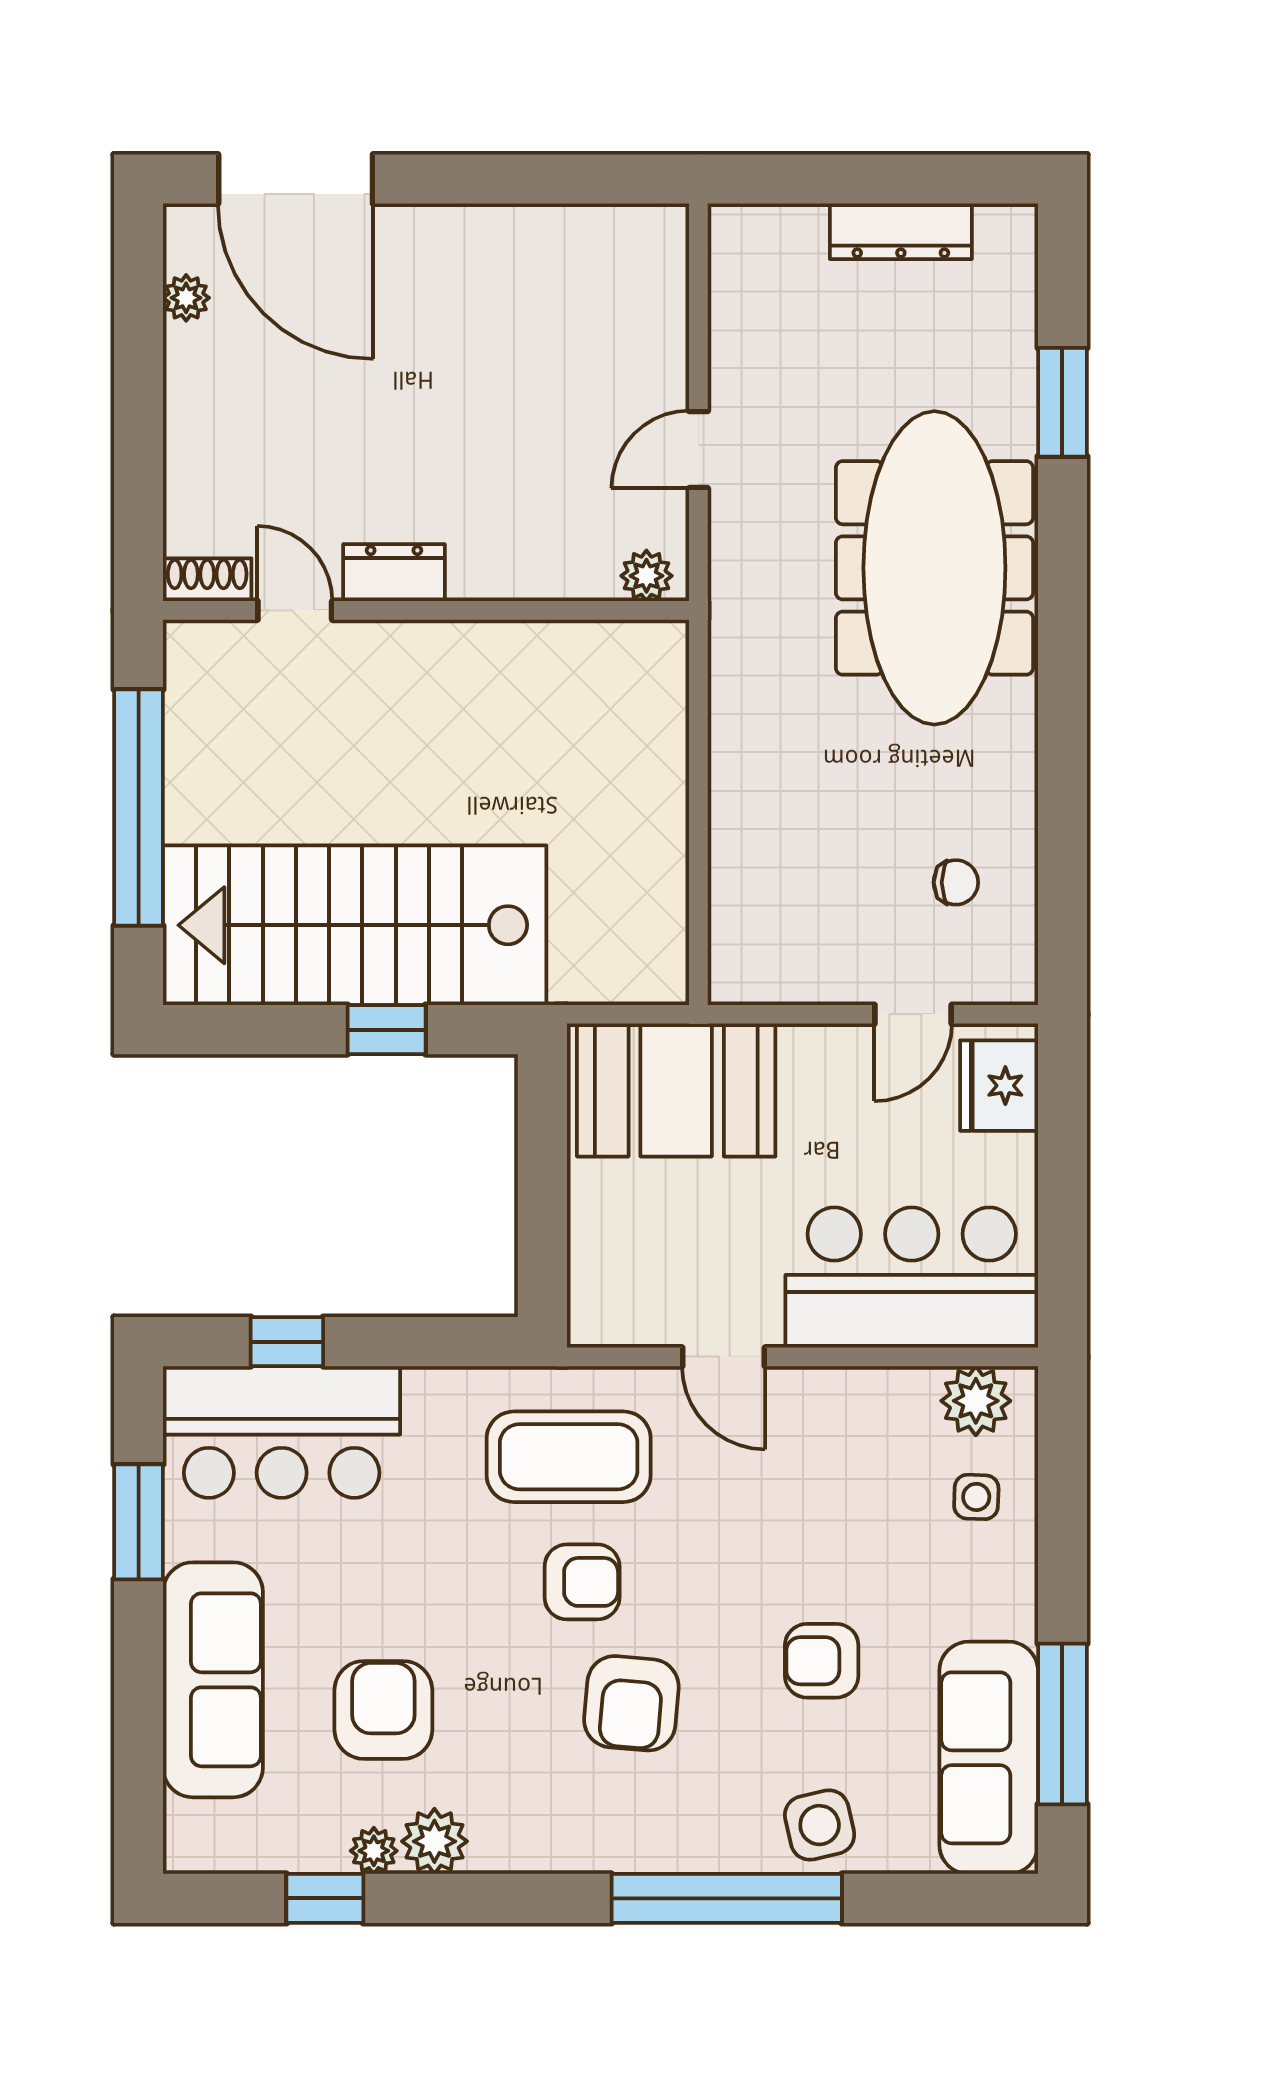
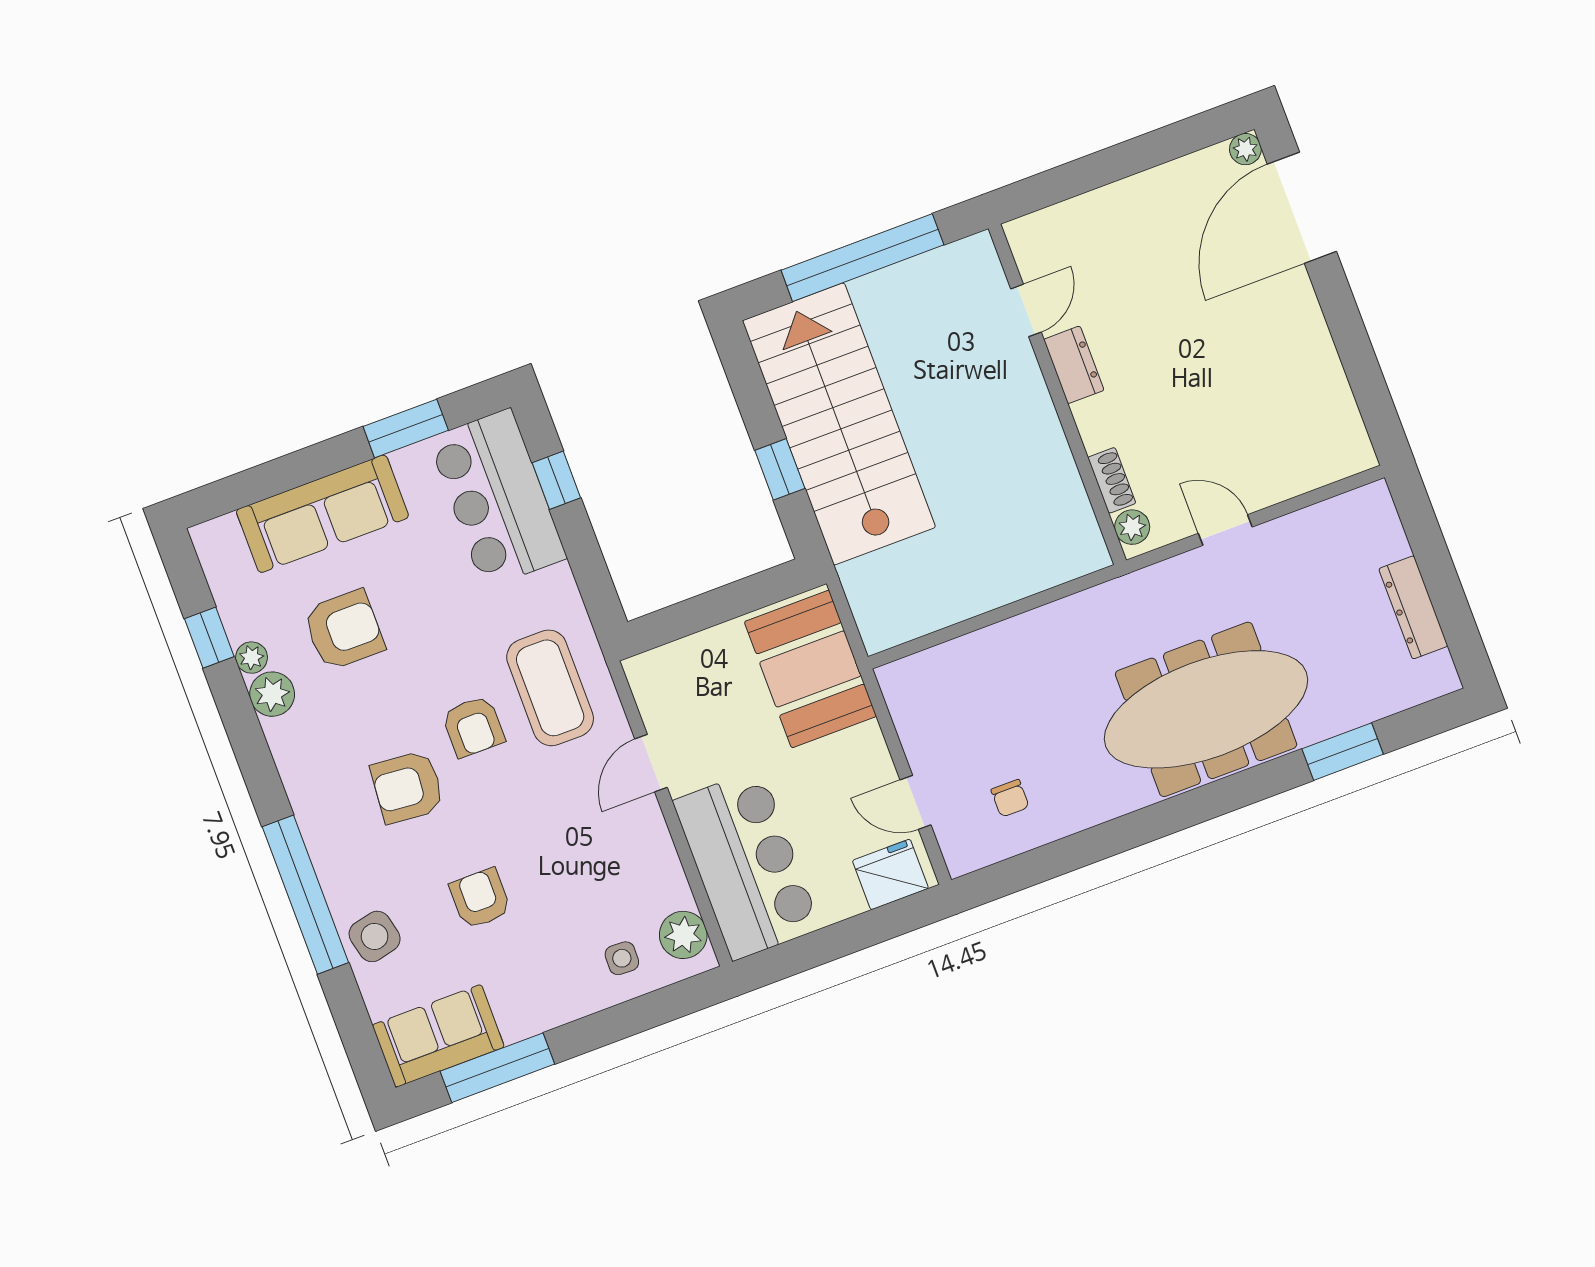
plant: (186, 298) -> (1245, 149), moved
shoe rack: (207, 580) -> (1112, 480), moved
sofa: (989, 1758) -> (438, 1036), width x0.73

